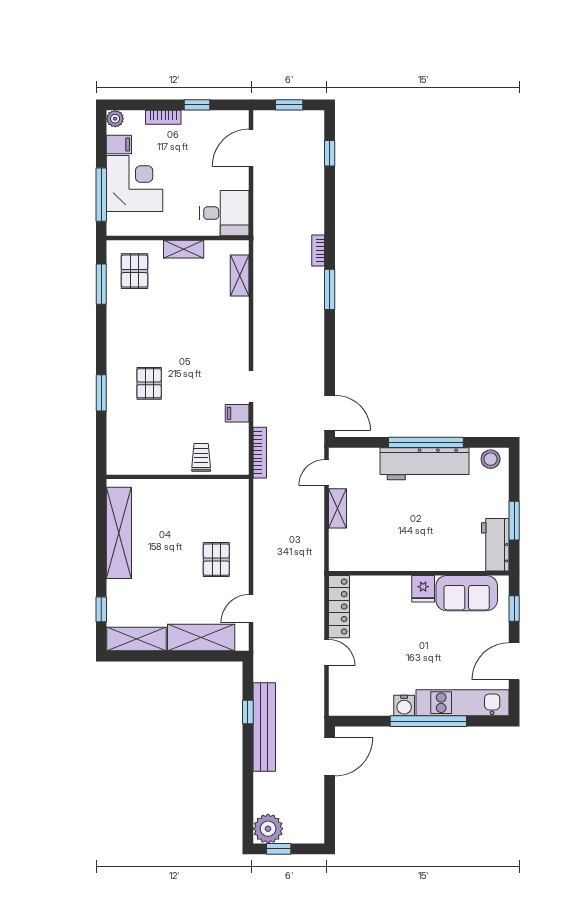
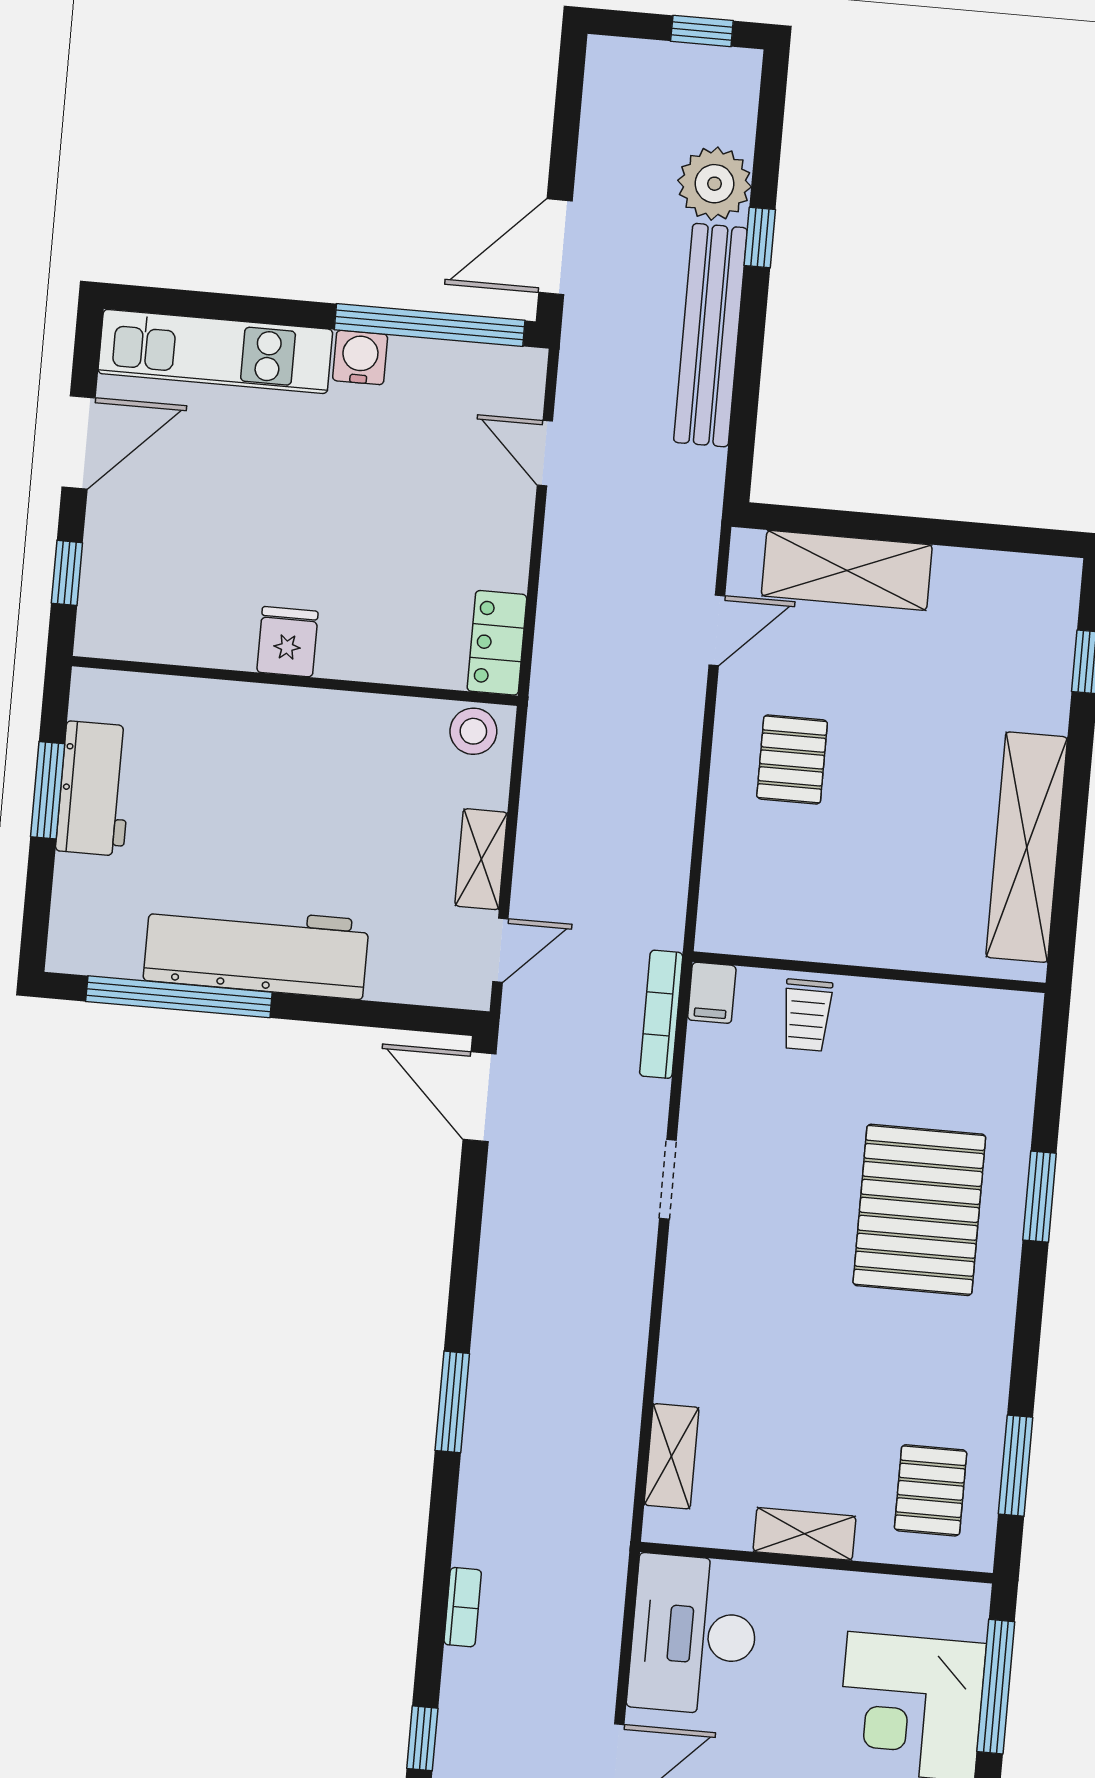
desk: (224, 213) -> (694, 1635), width x1.37
bookcase: (318, 250) -> (463, 1607), moved
pallet: (149, 383) -> (919, 1210), width x2.05, depth x2.00
filing cabinet: (237, 413) -> (712, 993), moved, turned 90
window: (426, 442) -> (179, 997), moved
stool: (491, 459) -> (473, 731), moved
workbench: (495, 545) -> (95, 789), moved
sofa: (467, 593) -> (181, 621), removed
locker: (339, 607) -> (497, 643), width x0.66
shelving: (136, 639) -> (1007, 581), removed
door: (327, 652) -> (545, 453), moved
window: (248, 712) -> (760, 237), moved
window: (428, 721) -> (430, 325), moved
plant: (268, 829) -> (715, 184), moved

